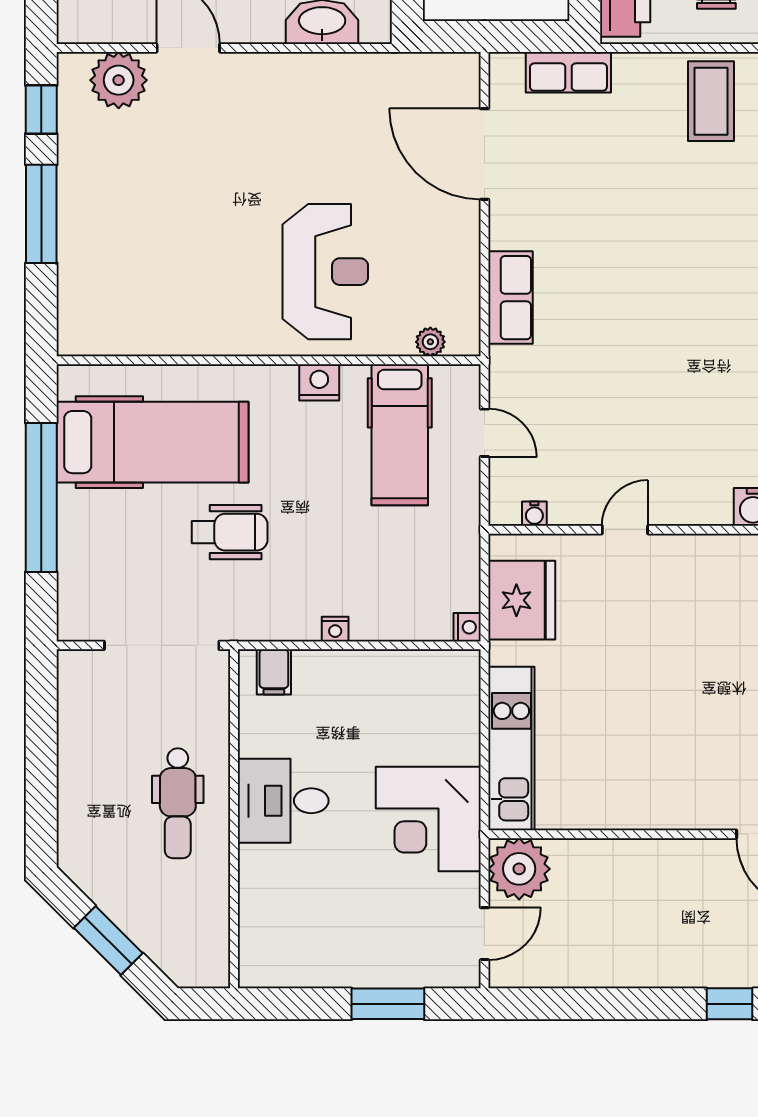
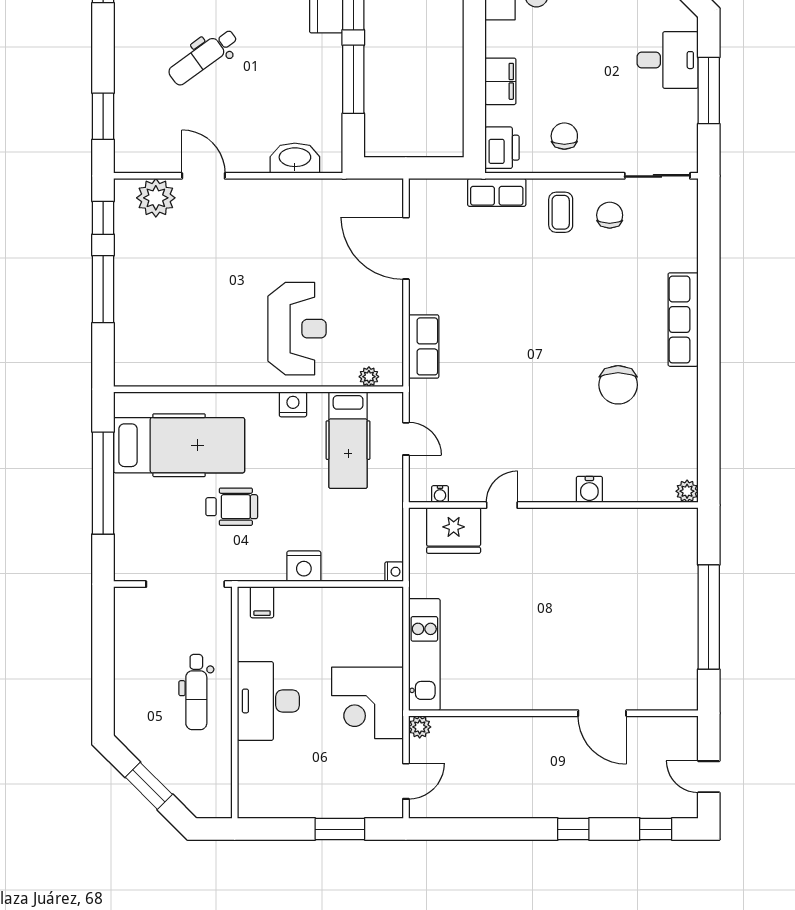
row of seats: (568, 72) -> (497, 192), moved
coffee table: (711, 101) -> (561, 212), width x0.73, depth x0.77
fridge: (522, 600) -> (454, 531), moved, turned 90
nightstand: (335, 629) -> (304, 566), width x1.89, depth x1.79
desk: (283, 801) -> (268, 701), width x1.37
plant: (519, 869) -> (420, 727), width x0.53, depth x0.53

